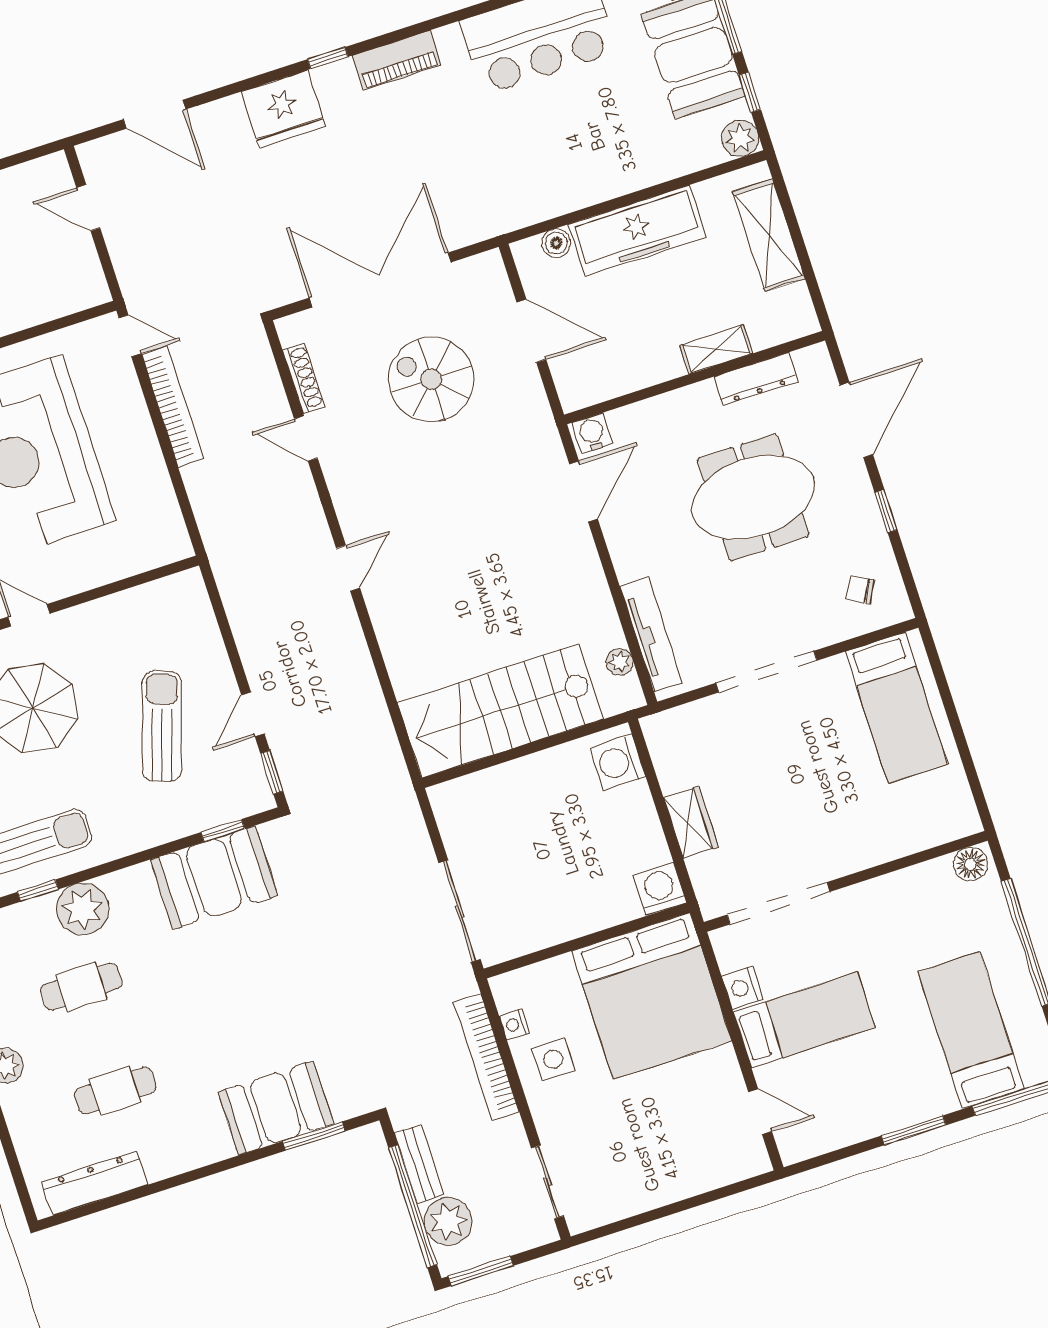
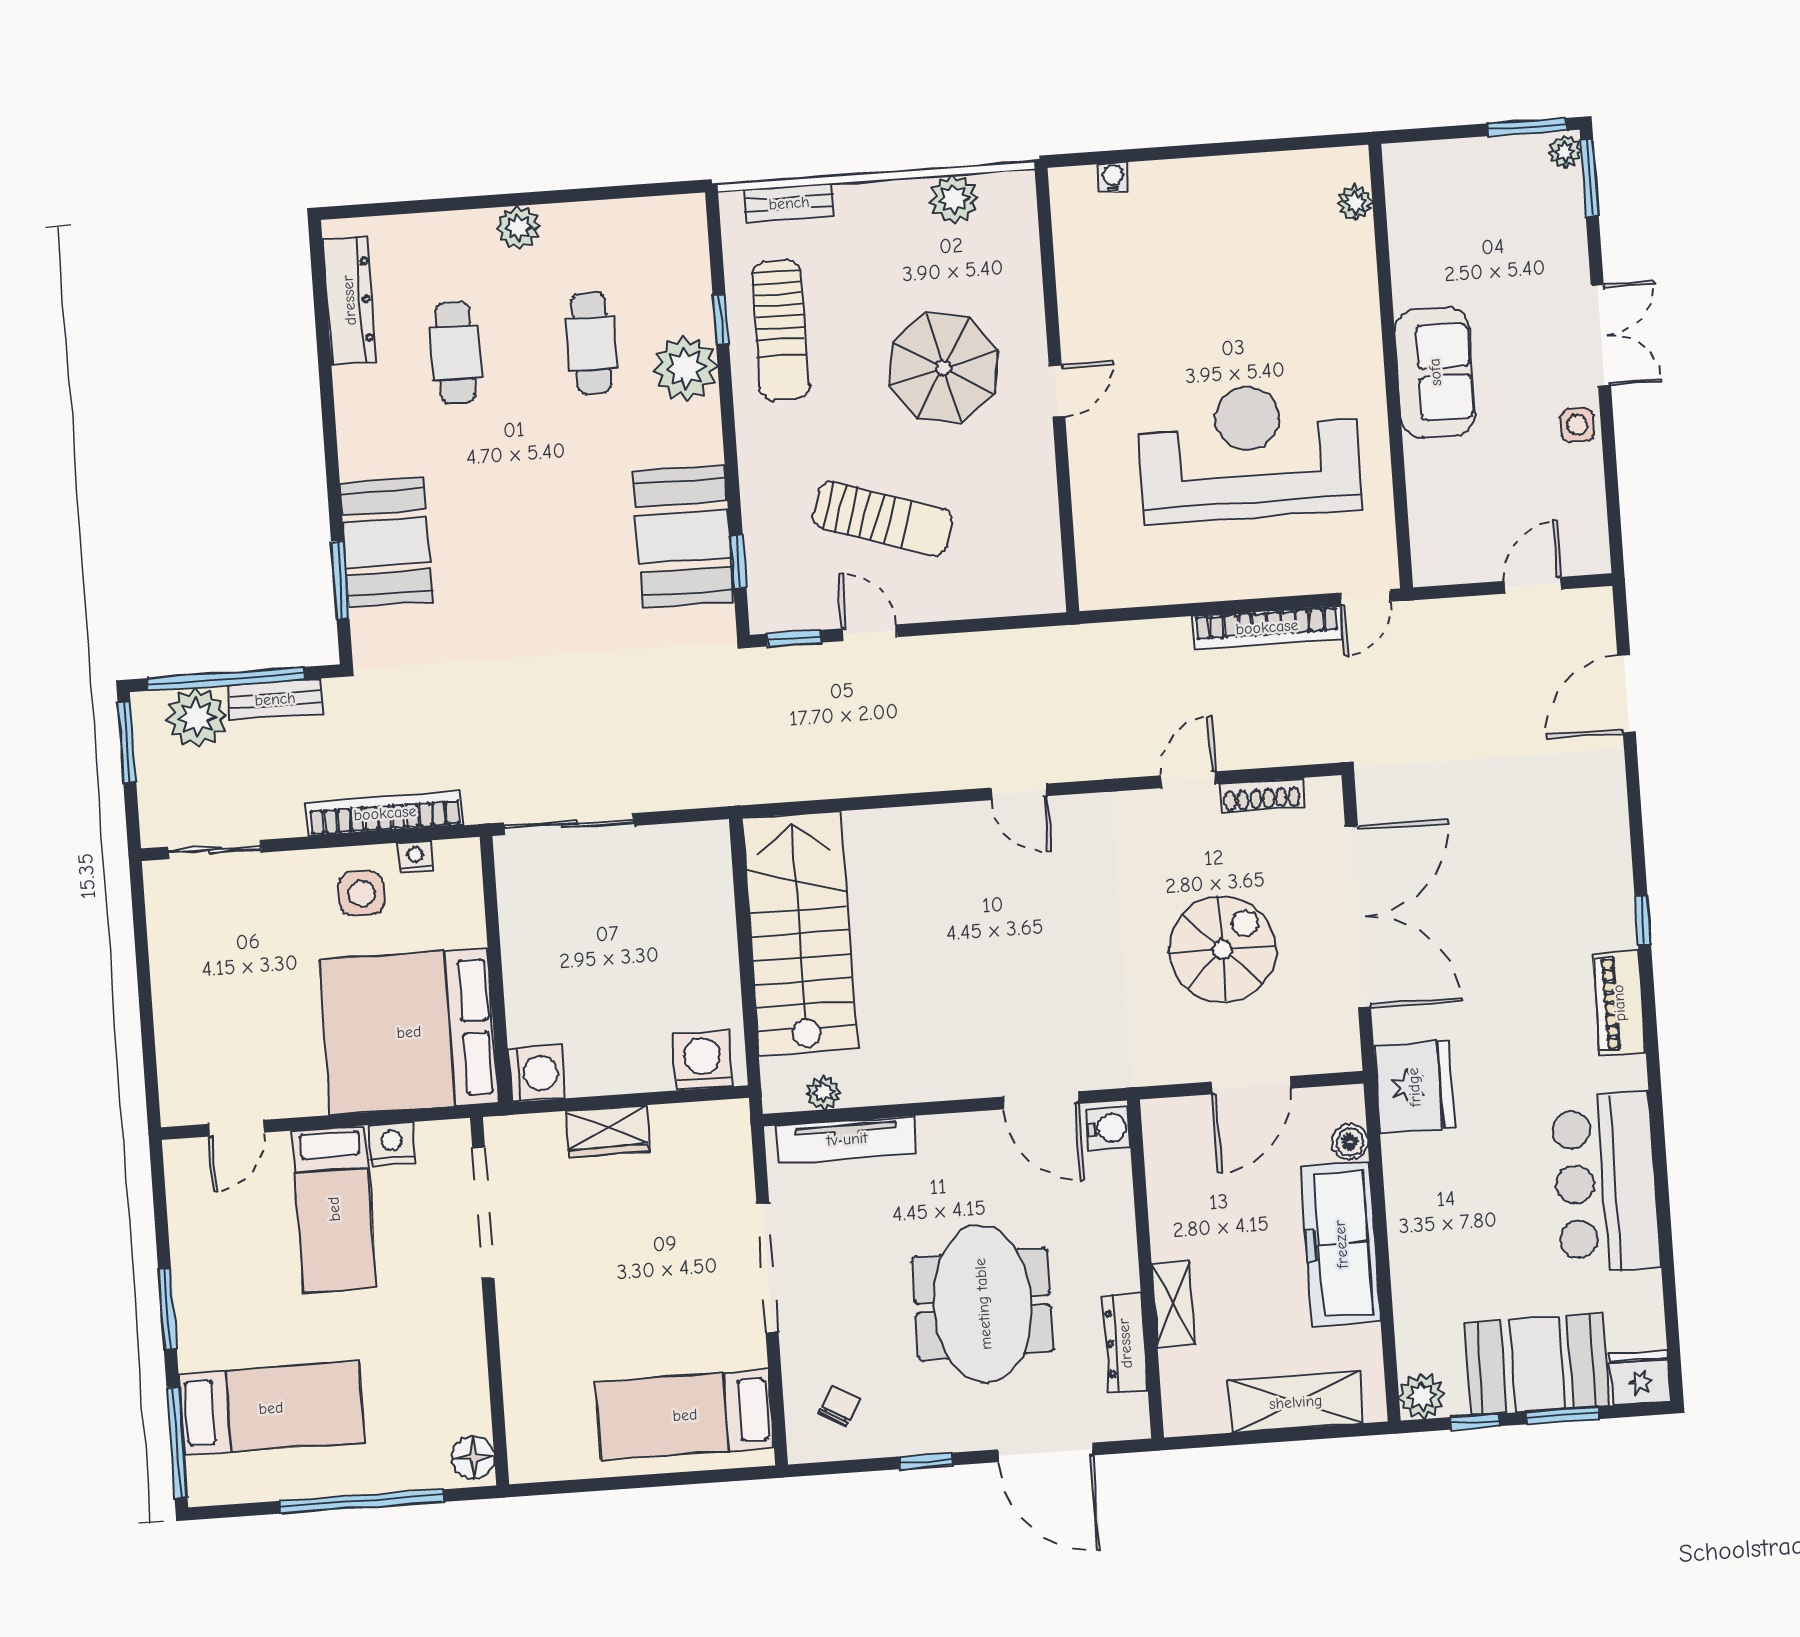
fridge: (283, 109) -> (1414, 1087), moved, turned 180

